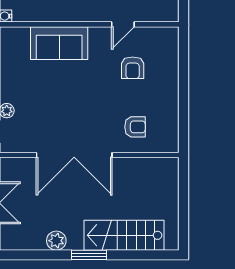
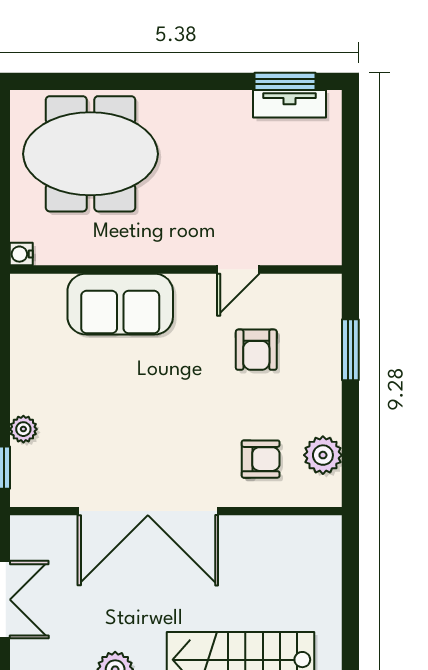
window: (184, 68) -> (350, 350), added
plant: (169, 125) -> (323, 455), added

